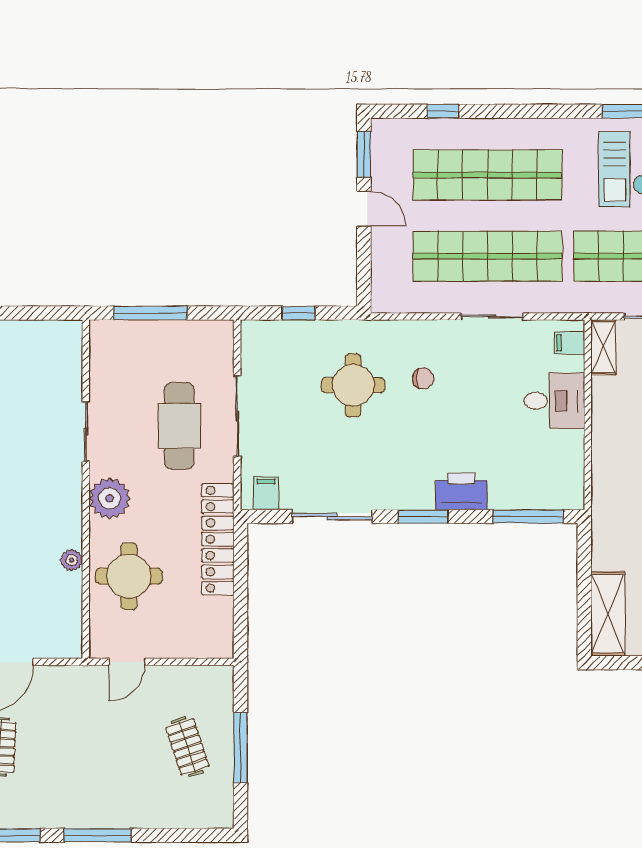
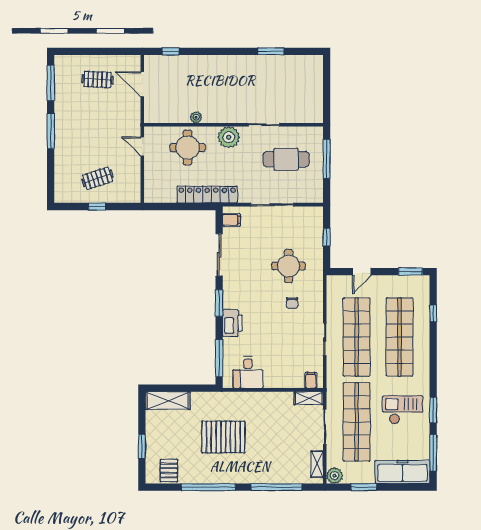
door: (364, 209) -> (362, 272), moved
desk: (554, 401) -> (248, 372), moved
cafe table: (179, 426) -> (286, 159), moved
window: (241, 748) -> (97, 207), width x0.46

